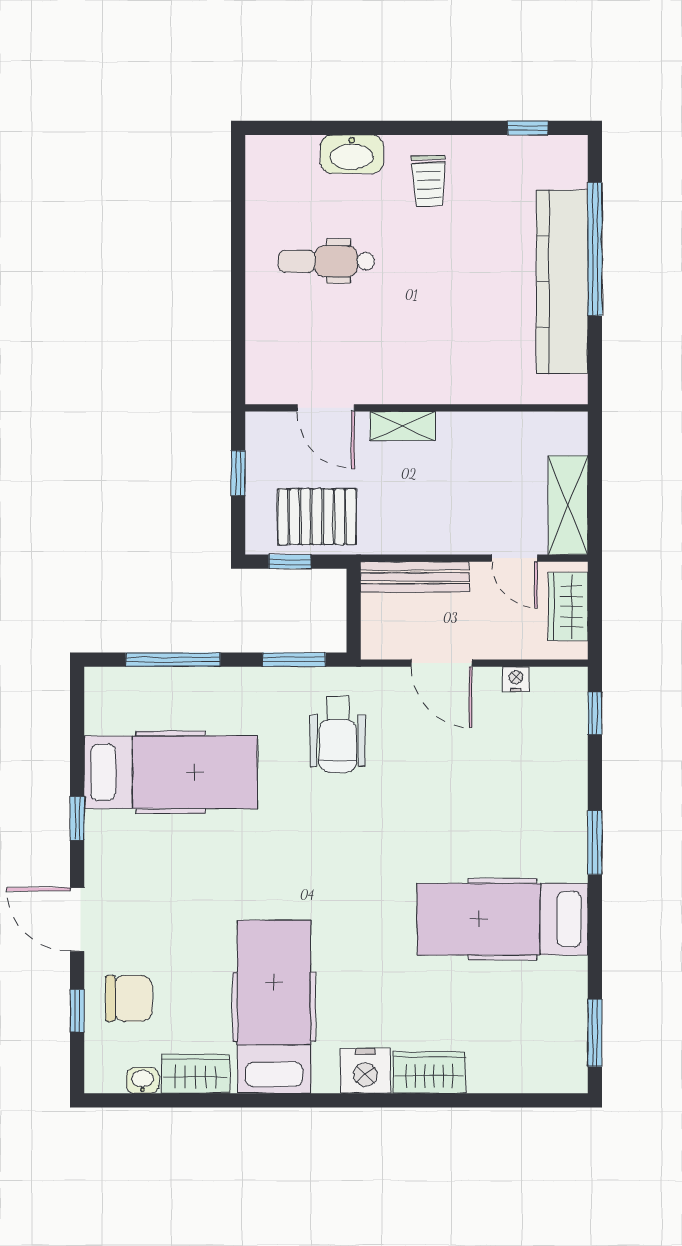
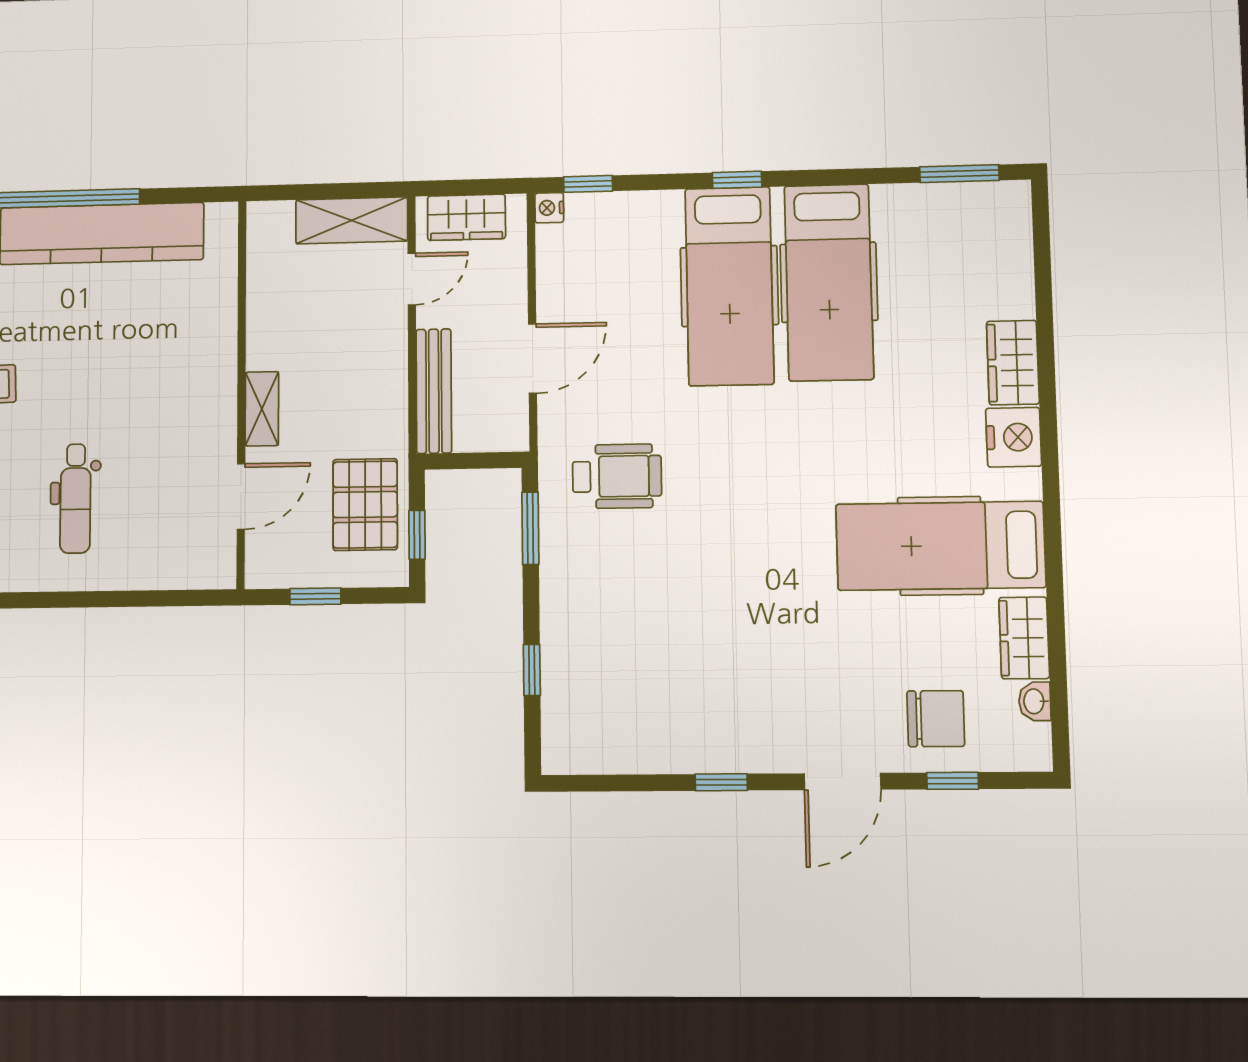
window: (173, 660) -> (532, 670), width x0.46
nightstand: (516, 679) -> (549, 208), moved
hospital bed: (171, 772) -> (729, 286), moved, turned 180
window: (595, 843) -> (737, 180), width x0.67
chair: (129, 998) -> (936, 719), turned 90

